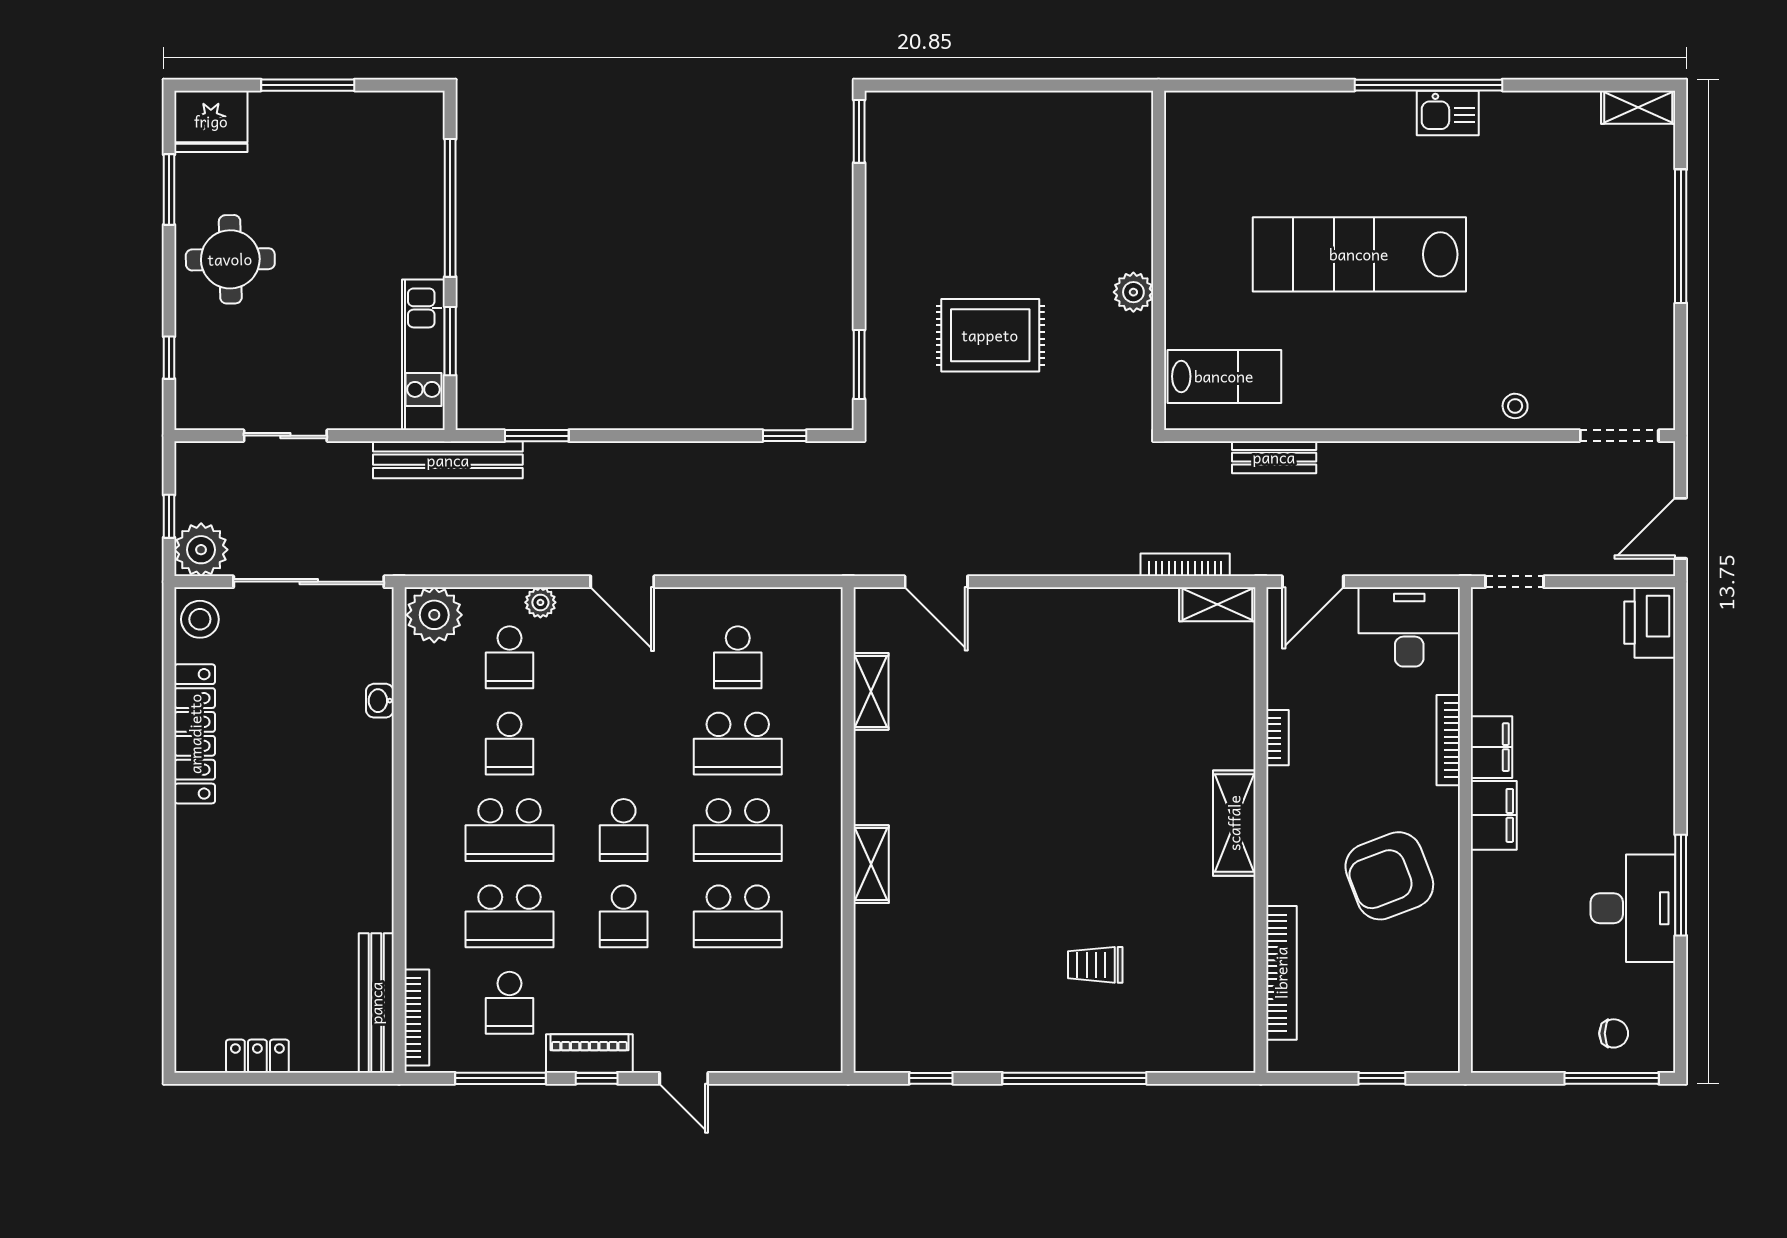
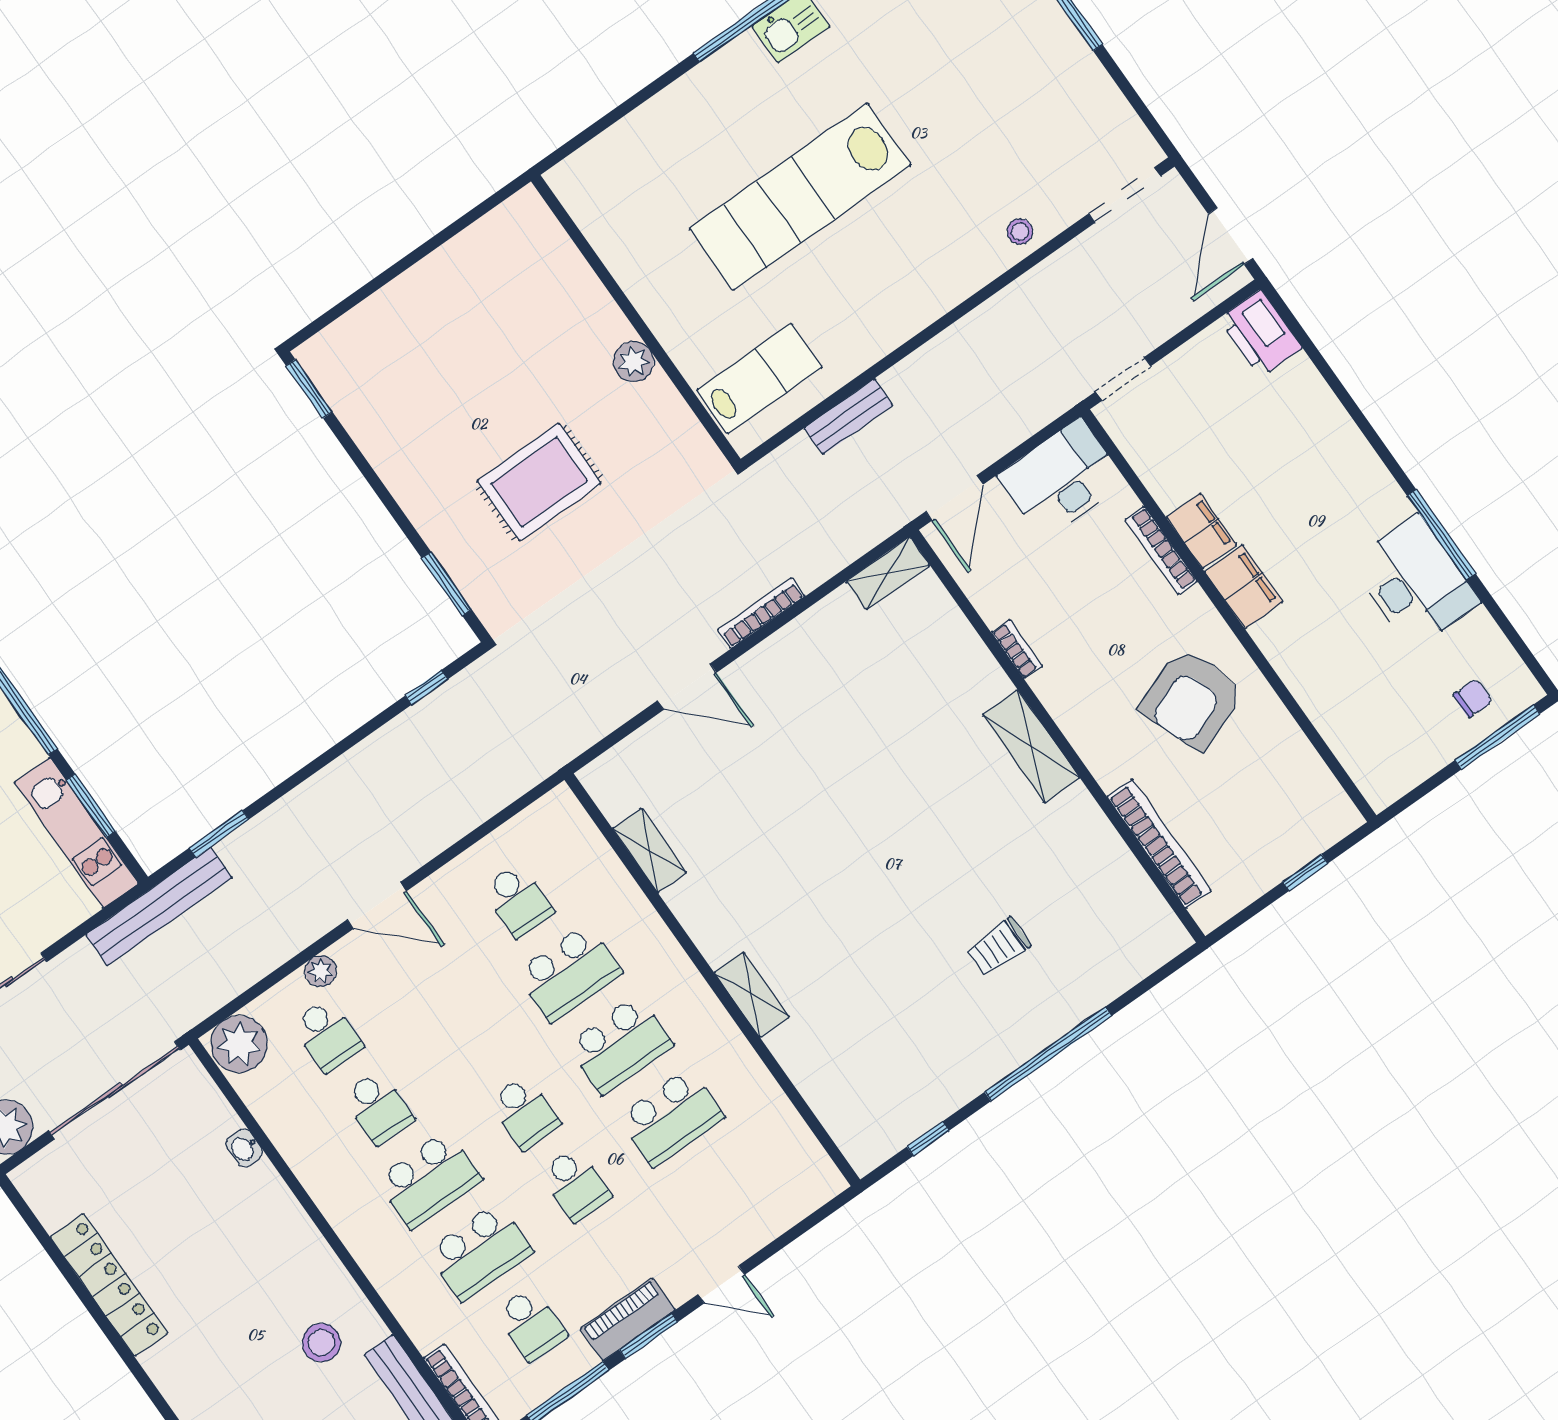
bookcase: (1185, 565) -> (761, 613), moved
door: (936, 582) -> (687, 687), moved
stool: (200, 619) -> (321, 1343), moved
window: (597, 1078) -> (648, 1336), width x1.50

